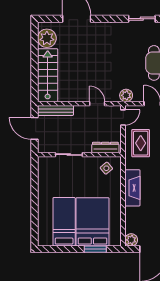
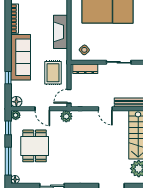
door: (97, 104) -> (105, 109), moved

